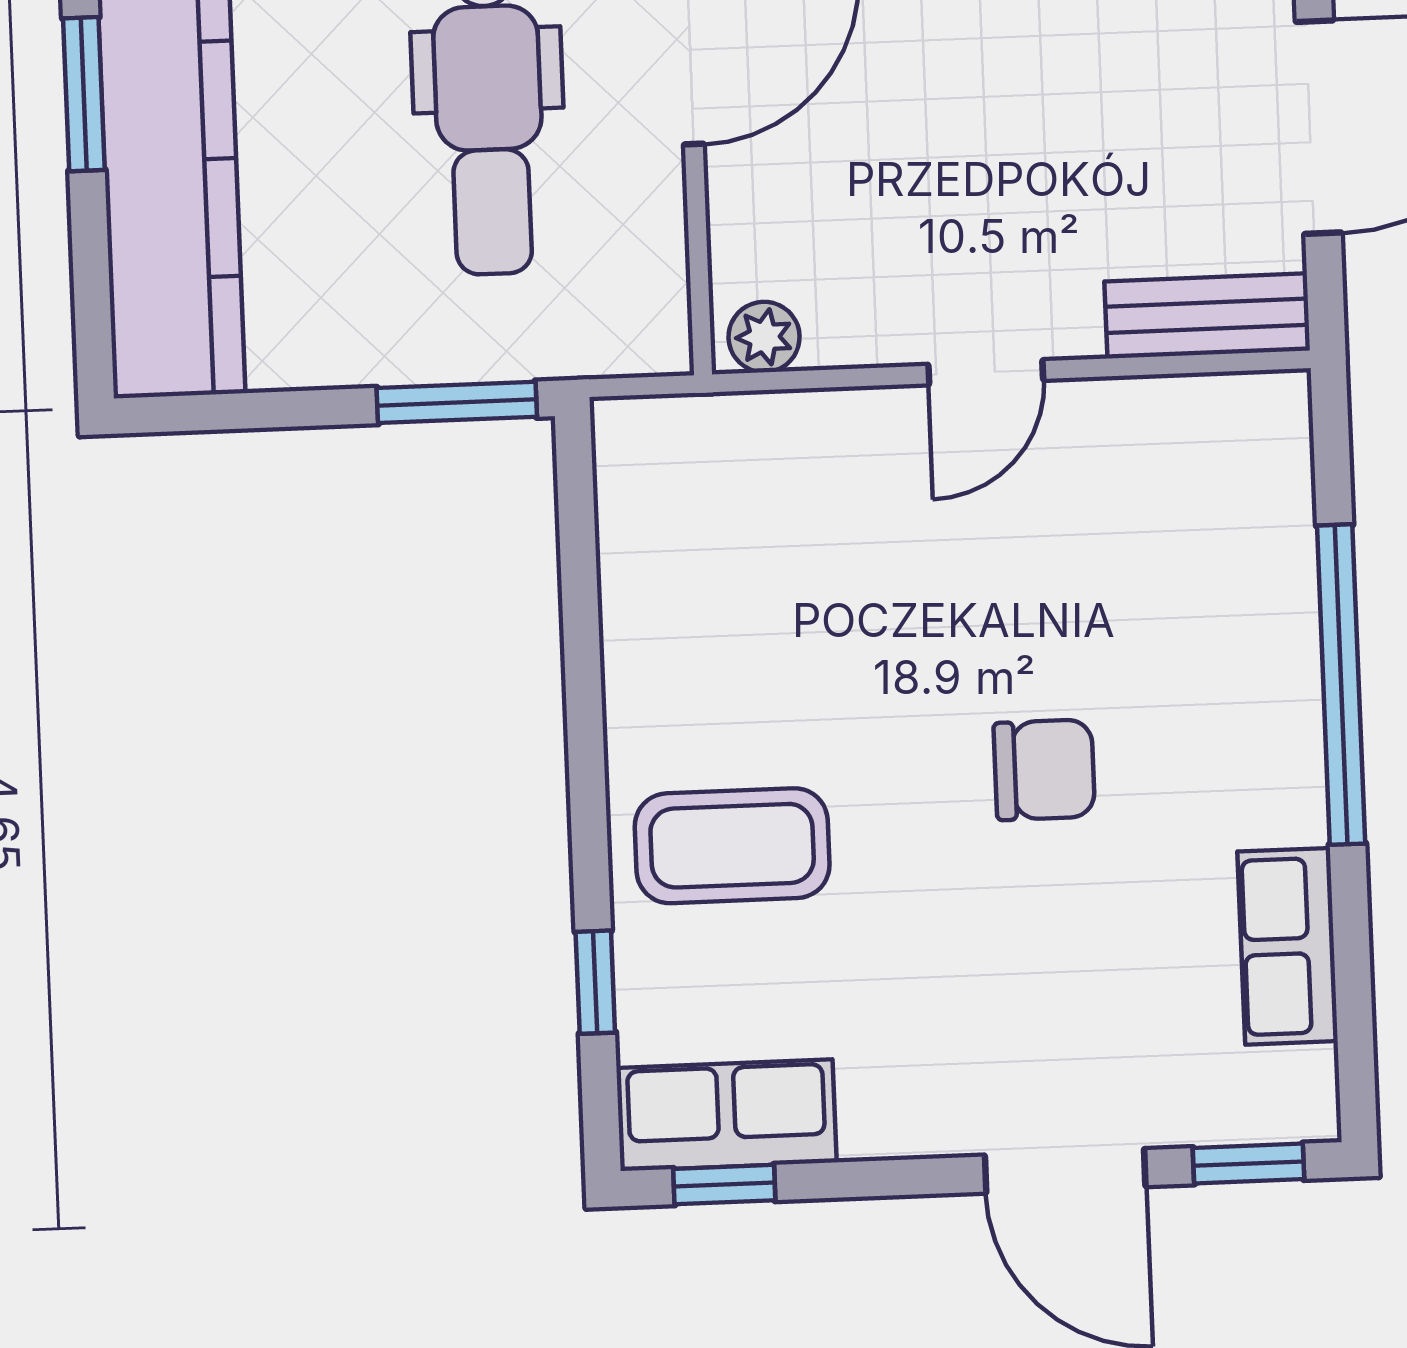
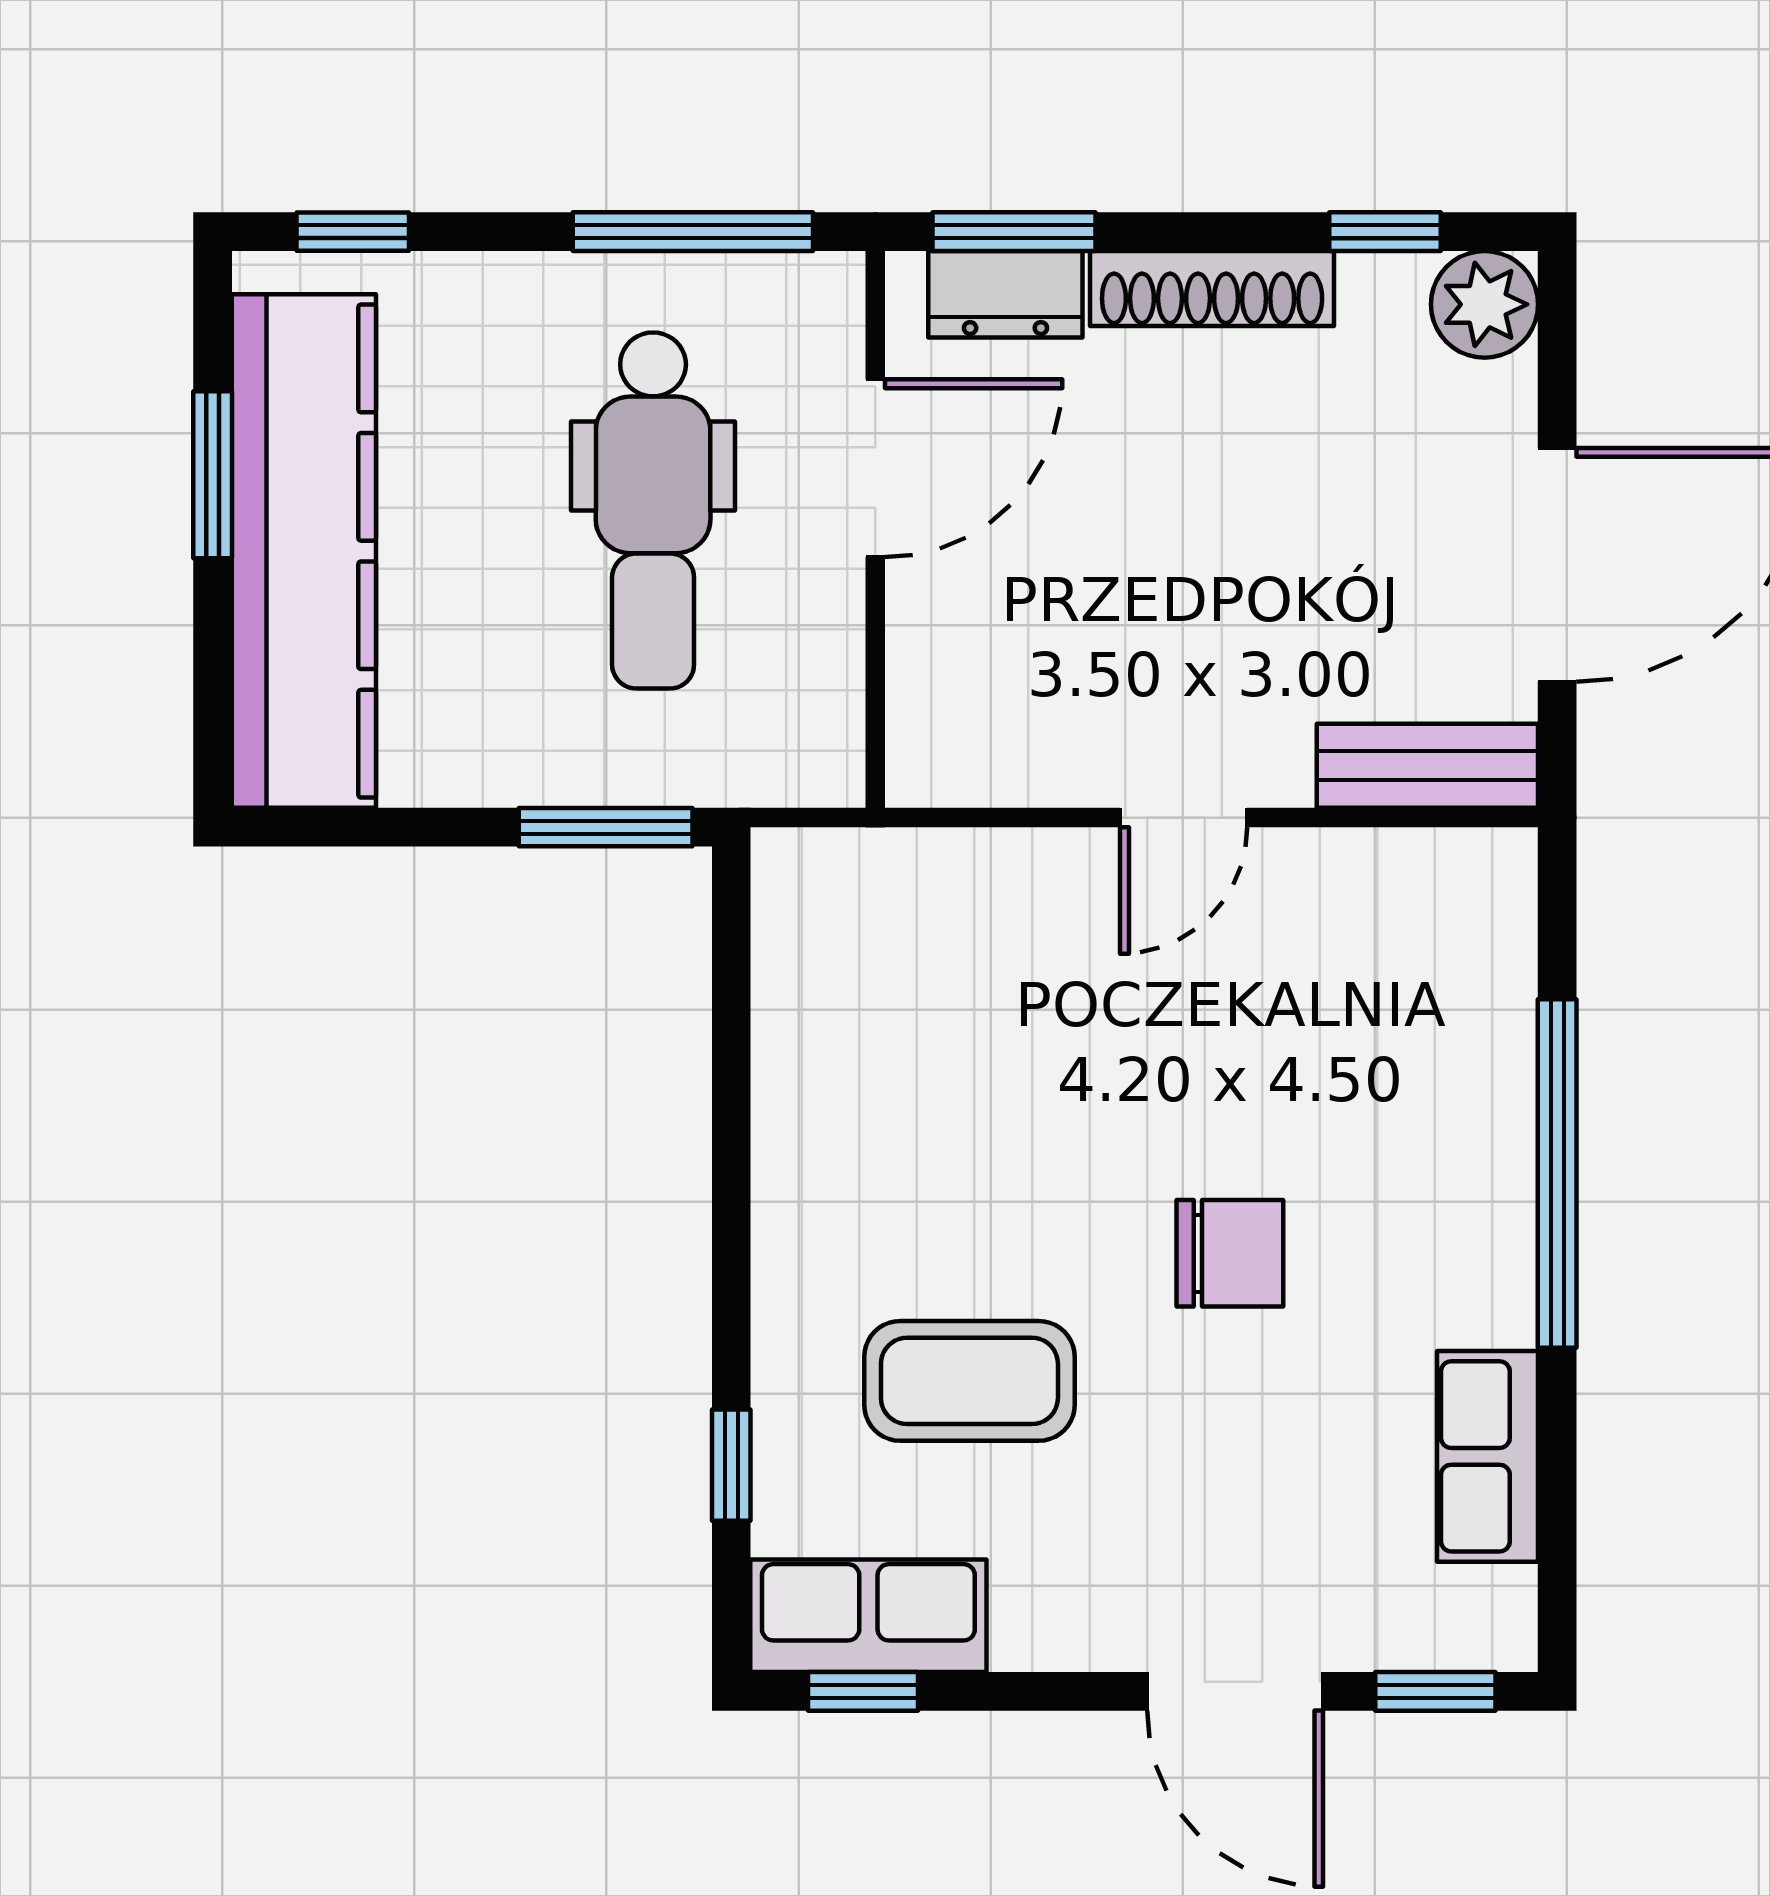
plant: (764, 337) -> (944, 769), removed
coffee table: (732, 846) -> (969, 1381), moved

